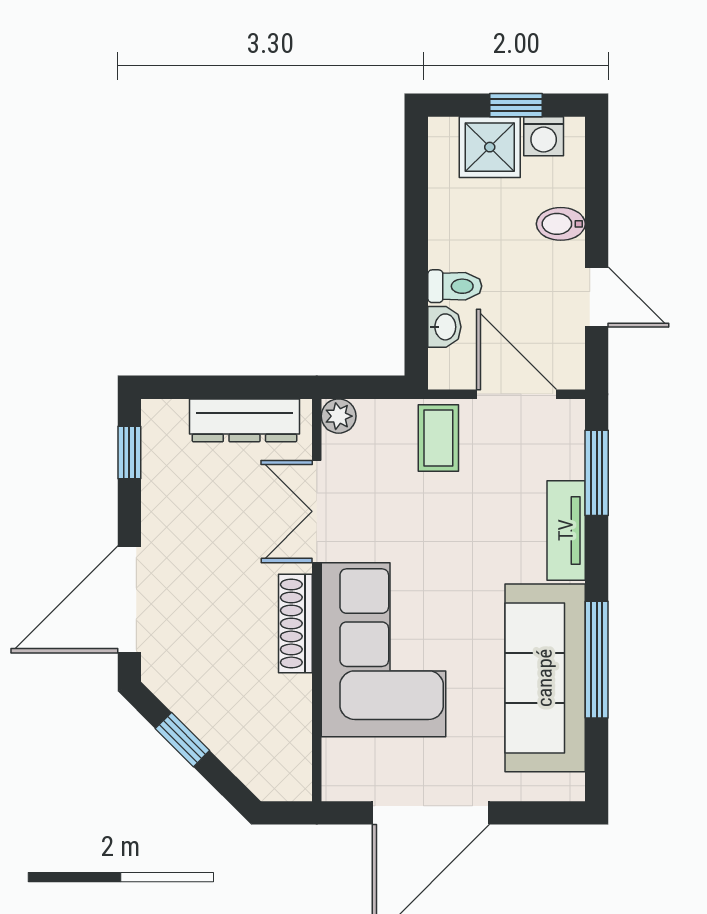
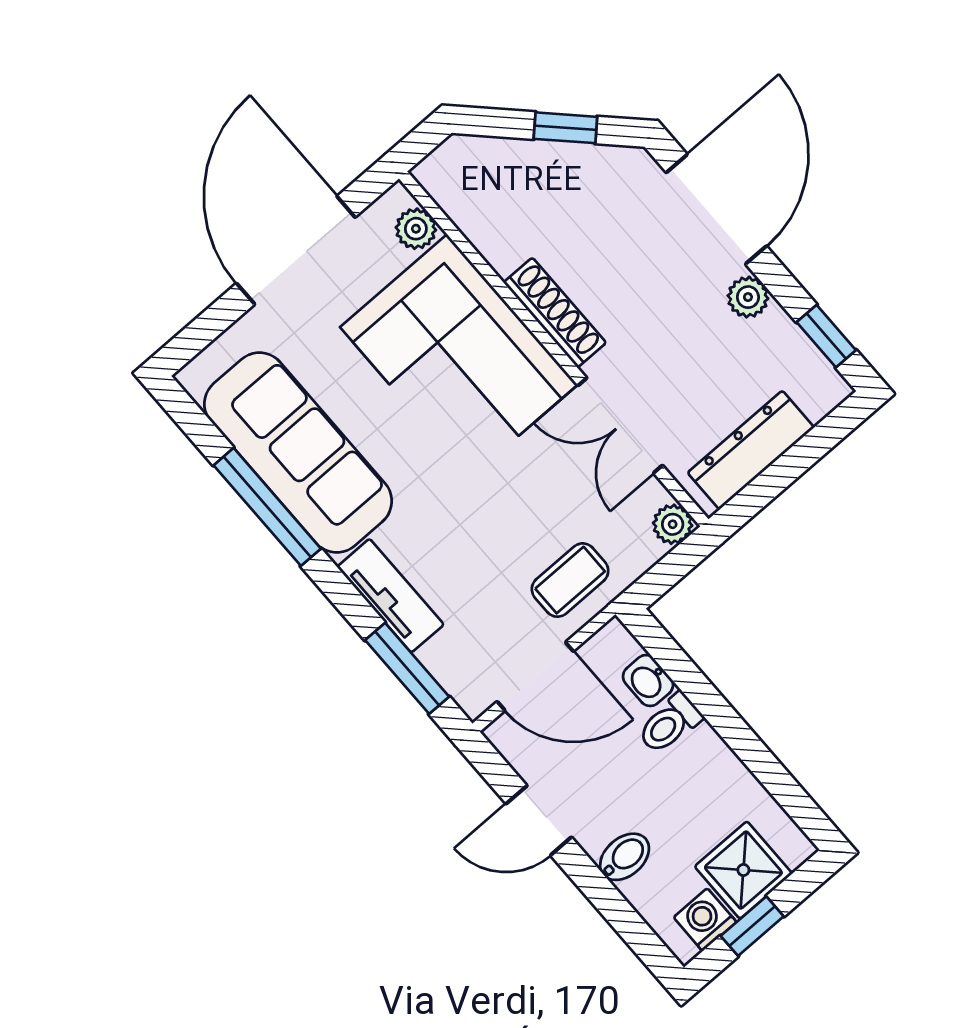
coffee table: (438, 438) -> (570, 580), turned 90
double door: (317, 511) -> (620, 425), swing flipped
plant: (159, 523) -> (748, 297), added
plant: (339, 758) -> (416, 229), added

